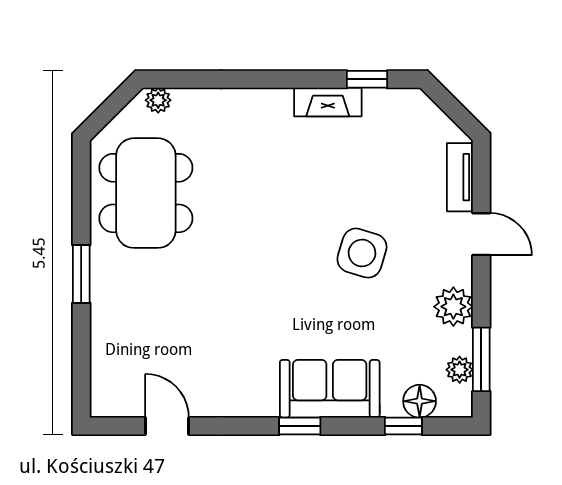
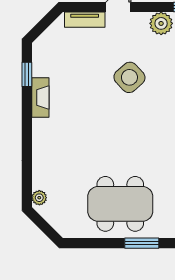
dining table: (146, 193) -> (120, 204), moved
side table: (362, 253) -> (129, 77), turned 31

